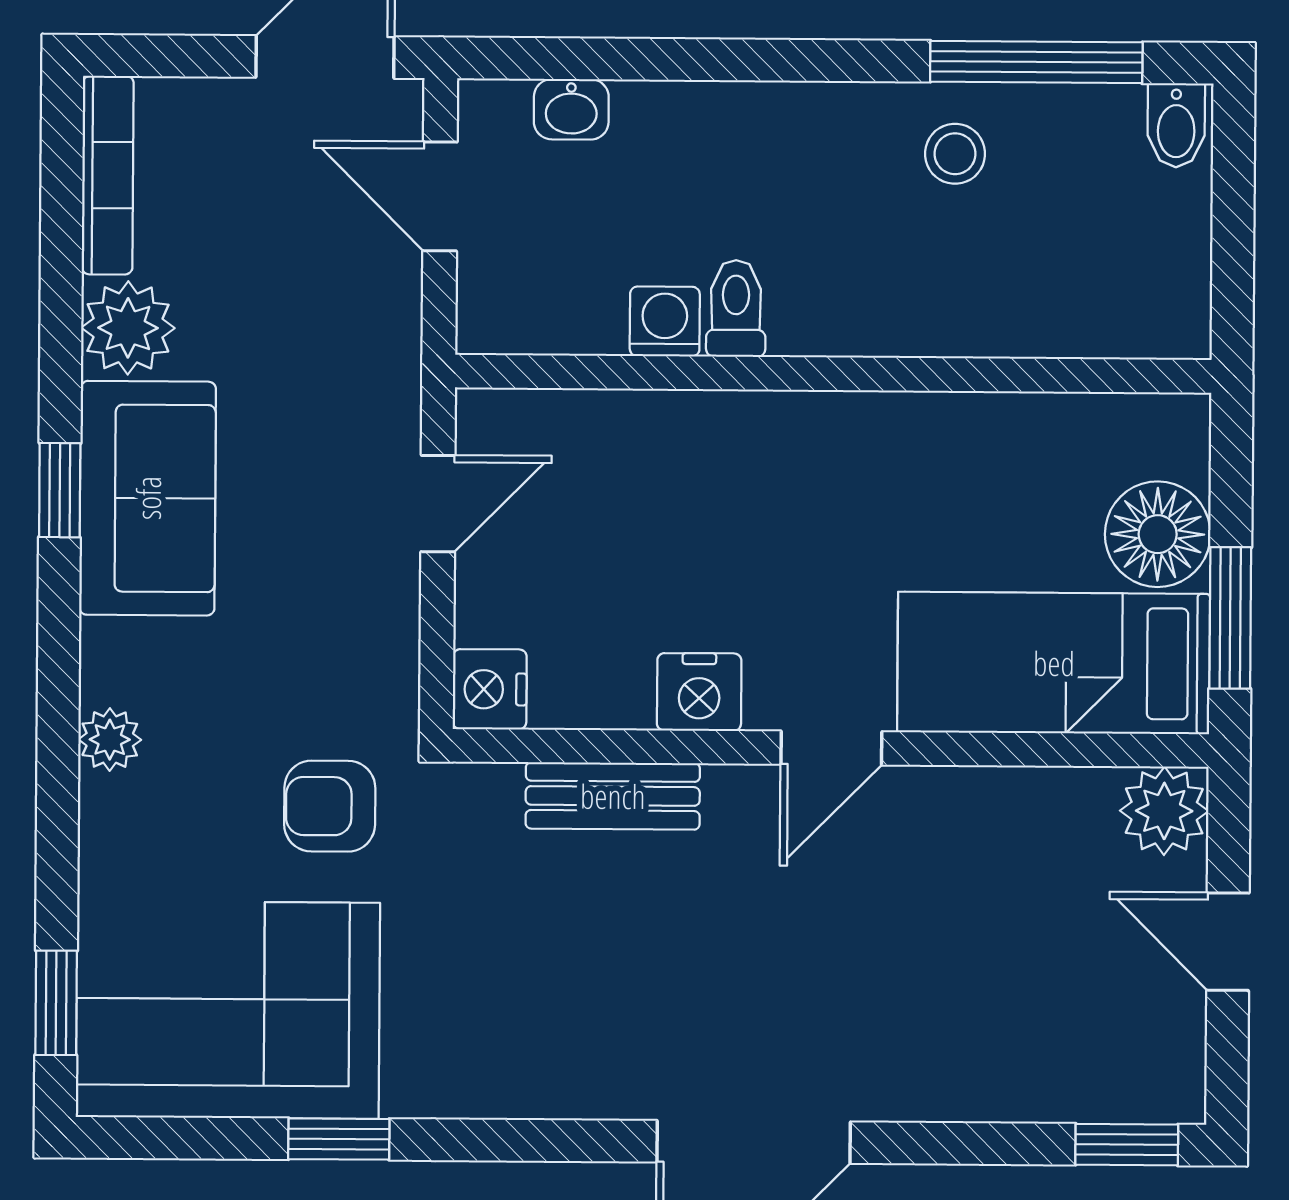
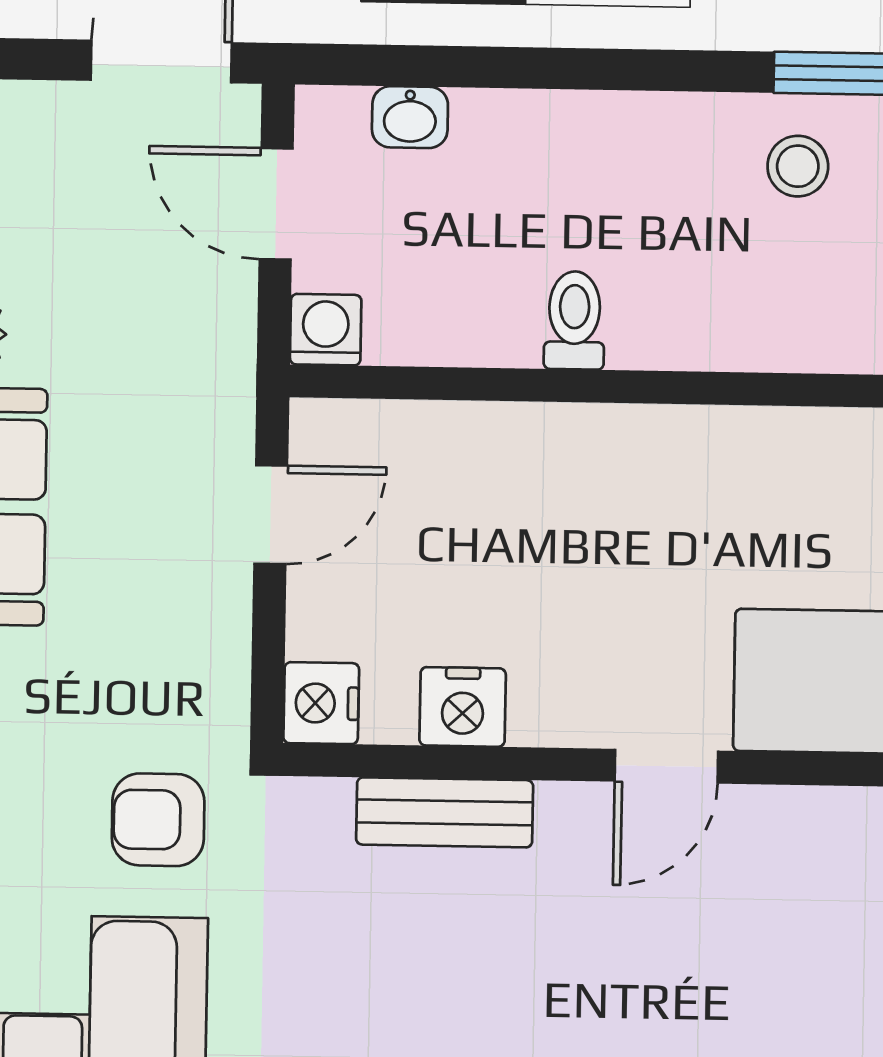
washing machine: (665, 321) -> (326, 330), moved
nightstand: (699, 692) -> (463, 707), moved

